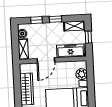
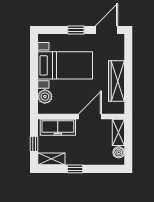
window: (37, 20) -> (99, 169), removed

